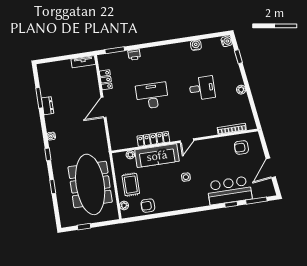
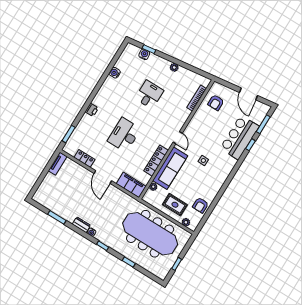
water cooler: (227, 41) -> (144, 54), moved
printer: (134, 55) -> (92, 110), moved
dresser: (48, 106) -> (81, 225), moved
filing cabinet: (117, 136) -> (131, 185), added

